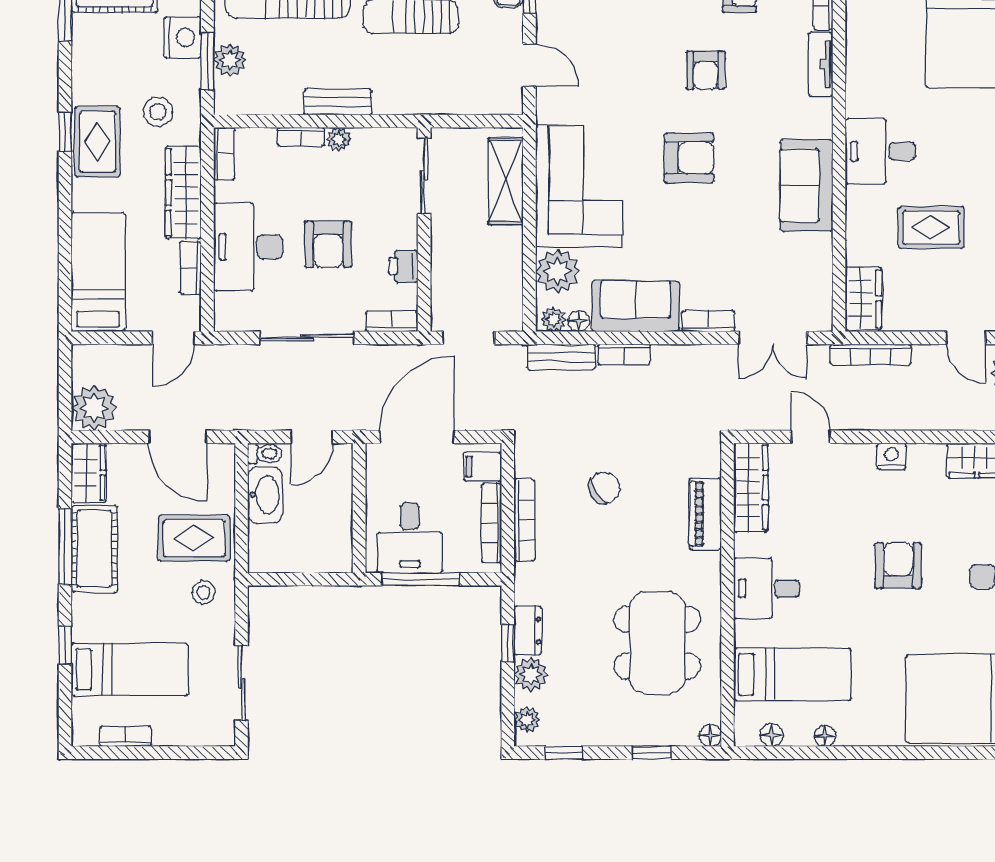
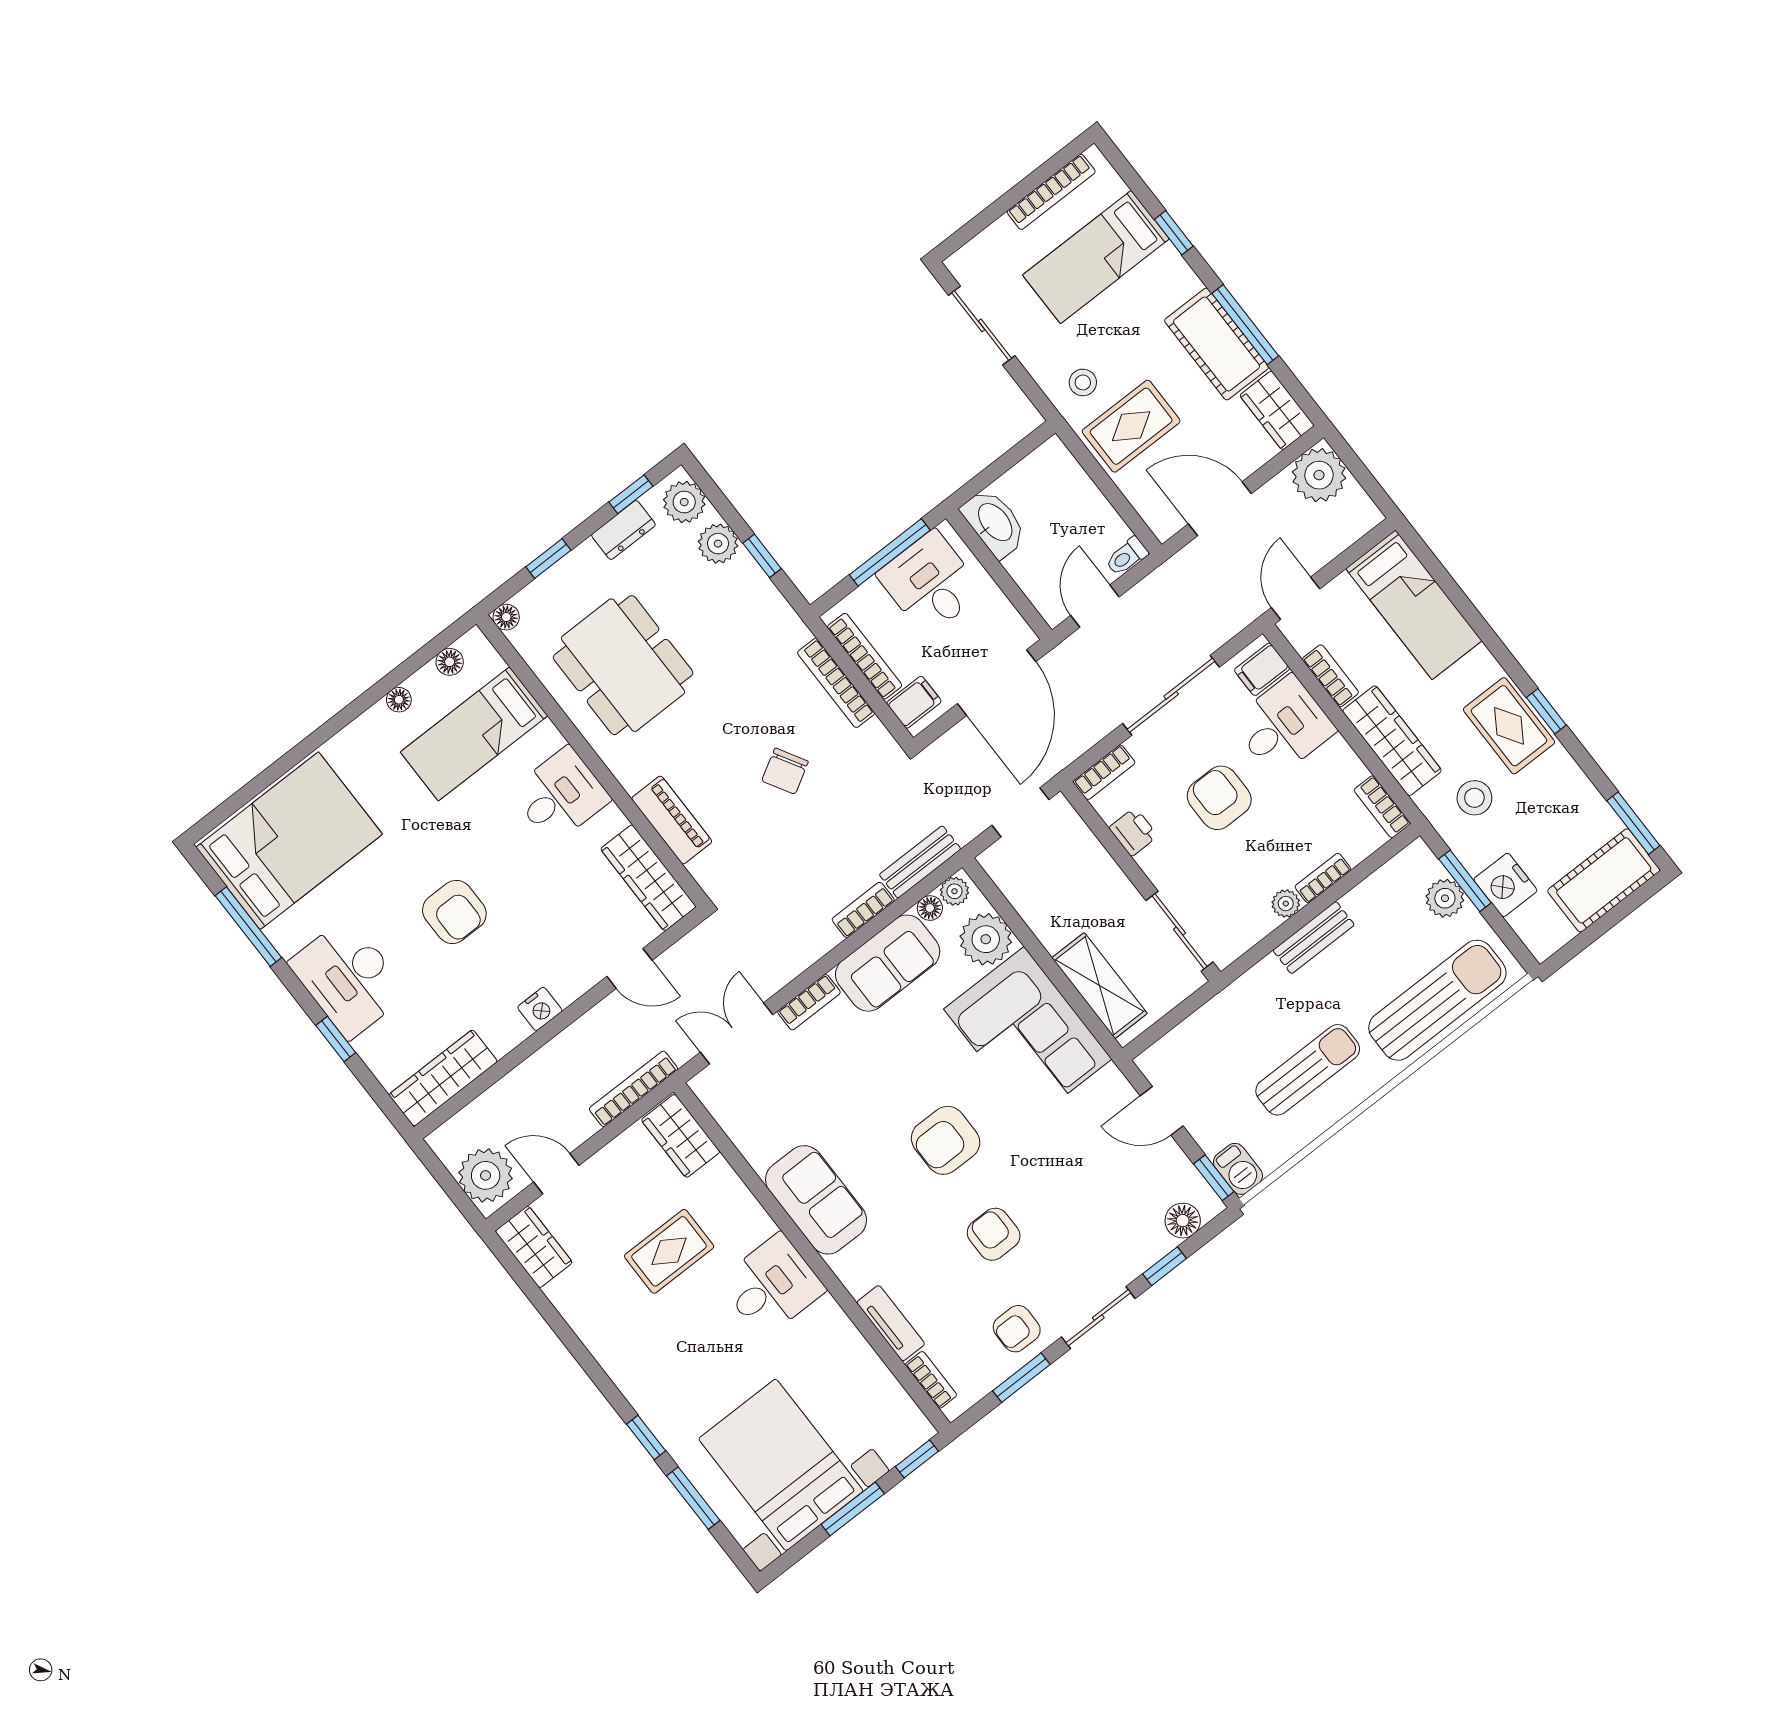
desk: (248, 247) -> (1283, 726), width x0.73
filing cabinet: (233, 308) -> (1262, 669), added
washbasin: (265, 495) -> (994, 523), moved, turned 180
dresser: (528, 631) -> (623, 530), moved, turned -90
plant: (527, 720) -> (684, 502), width x1.38, depth x1.38
bookcase: (126, 736) -> (1051, 192), width x1.56

